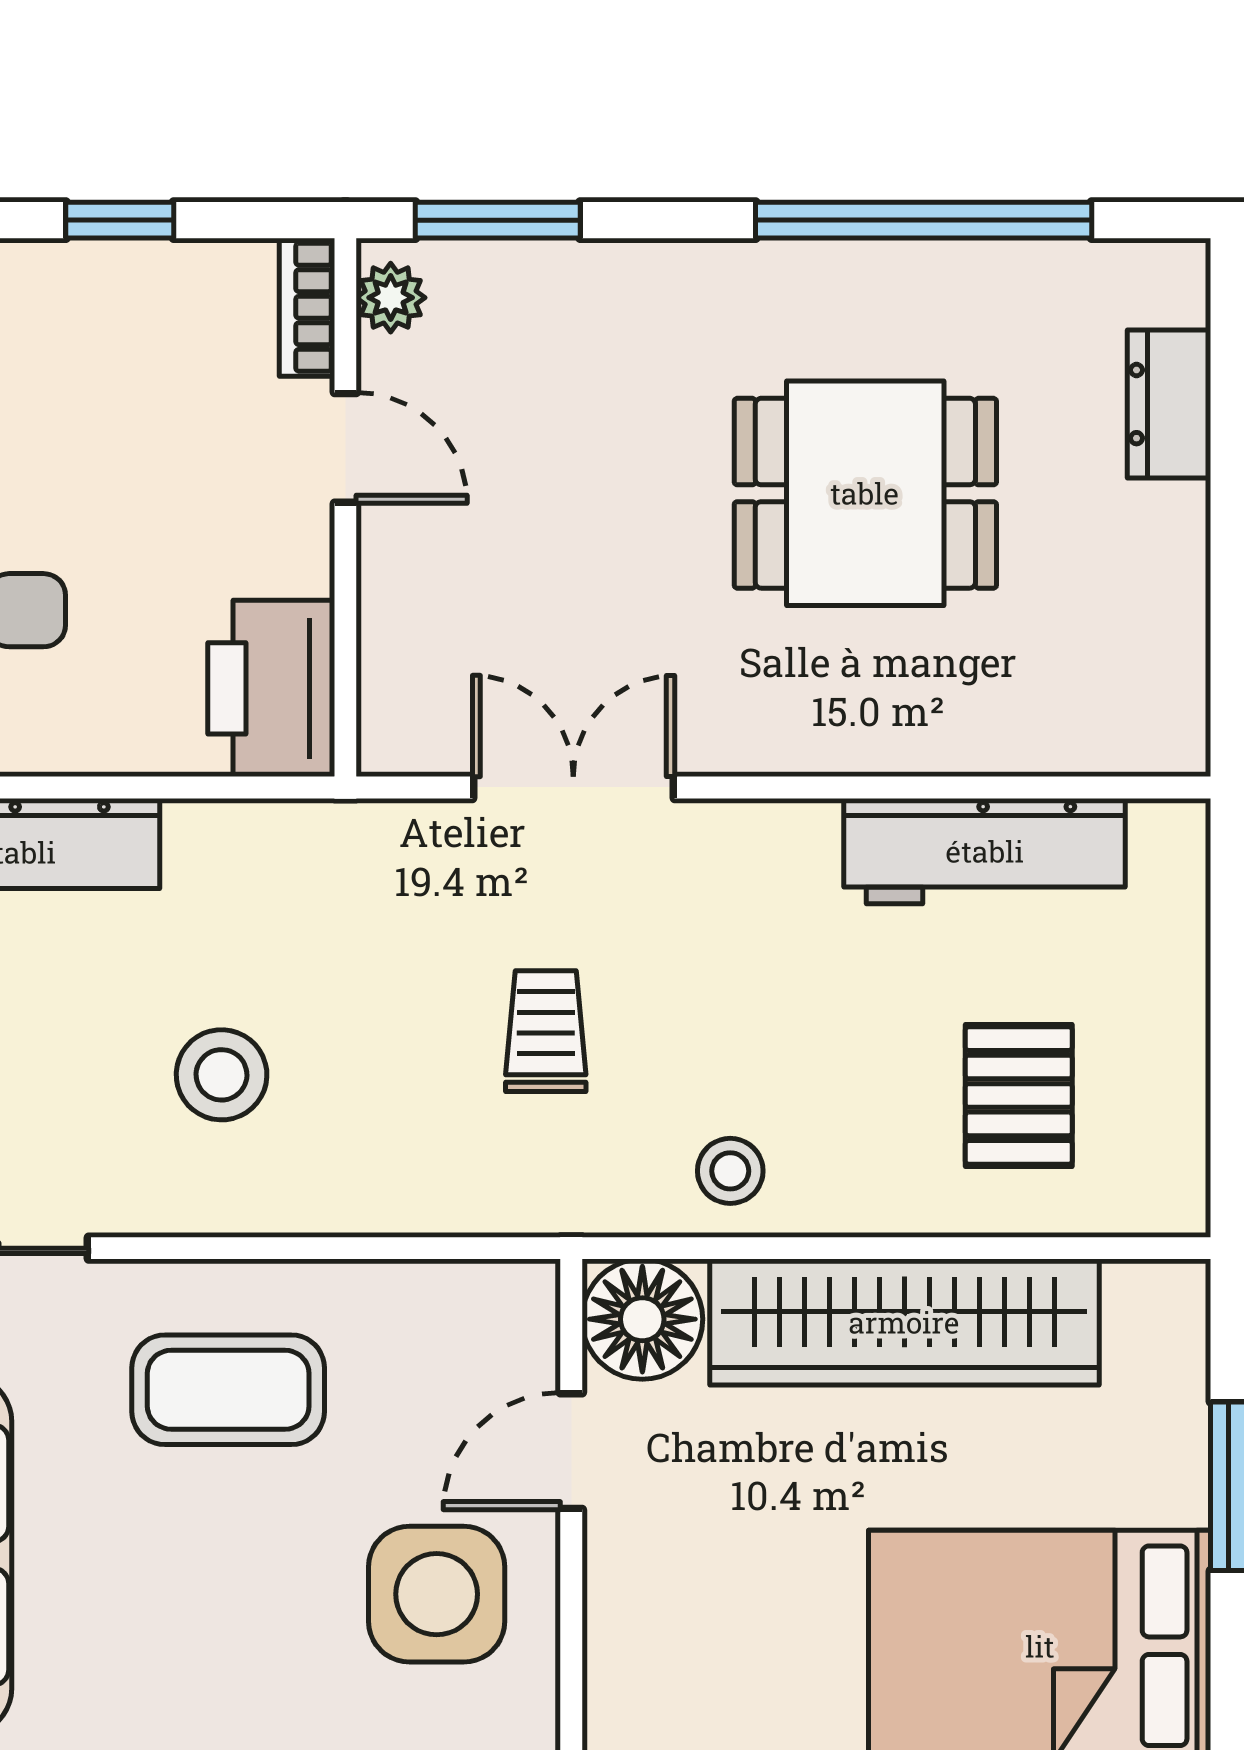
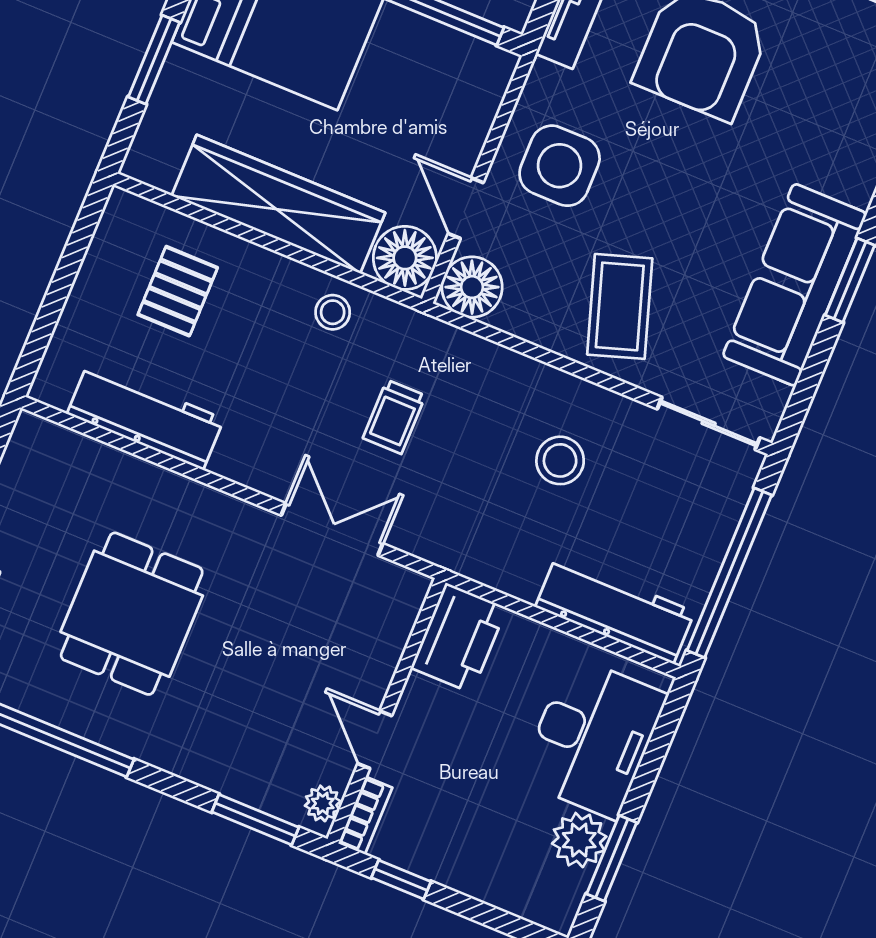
window: (120, 220) -> (401, 880), moved
dining table: (865, 493) -> (132, 614), turned 90
double door: (573, 787) -> (332, 529), swing flipped
floor lamp: (503, 1317) -> (472, 287), added
coffee table: (228, 1390) -> (620, 306), turned 72
door: (571, 1451) -> (466, 208), swing flipped

